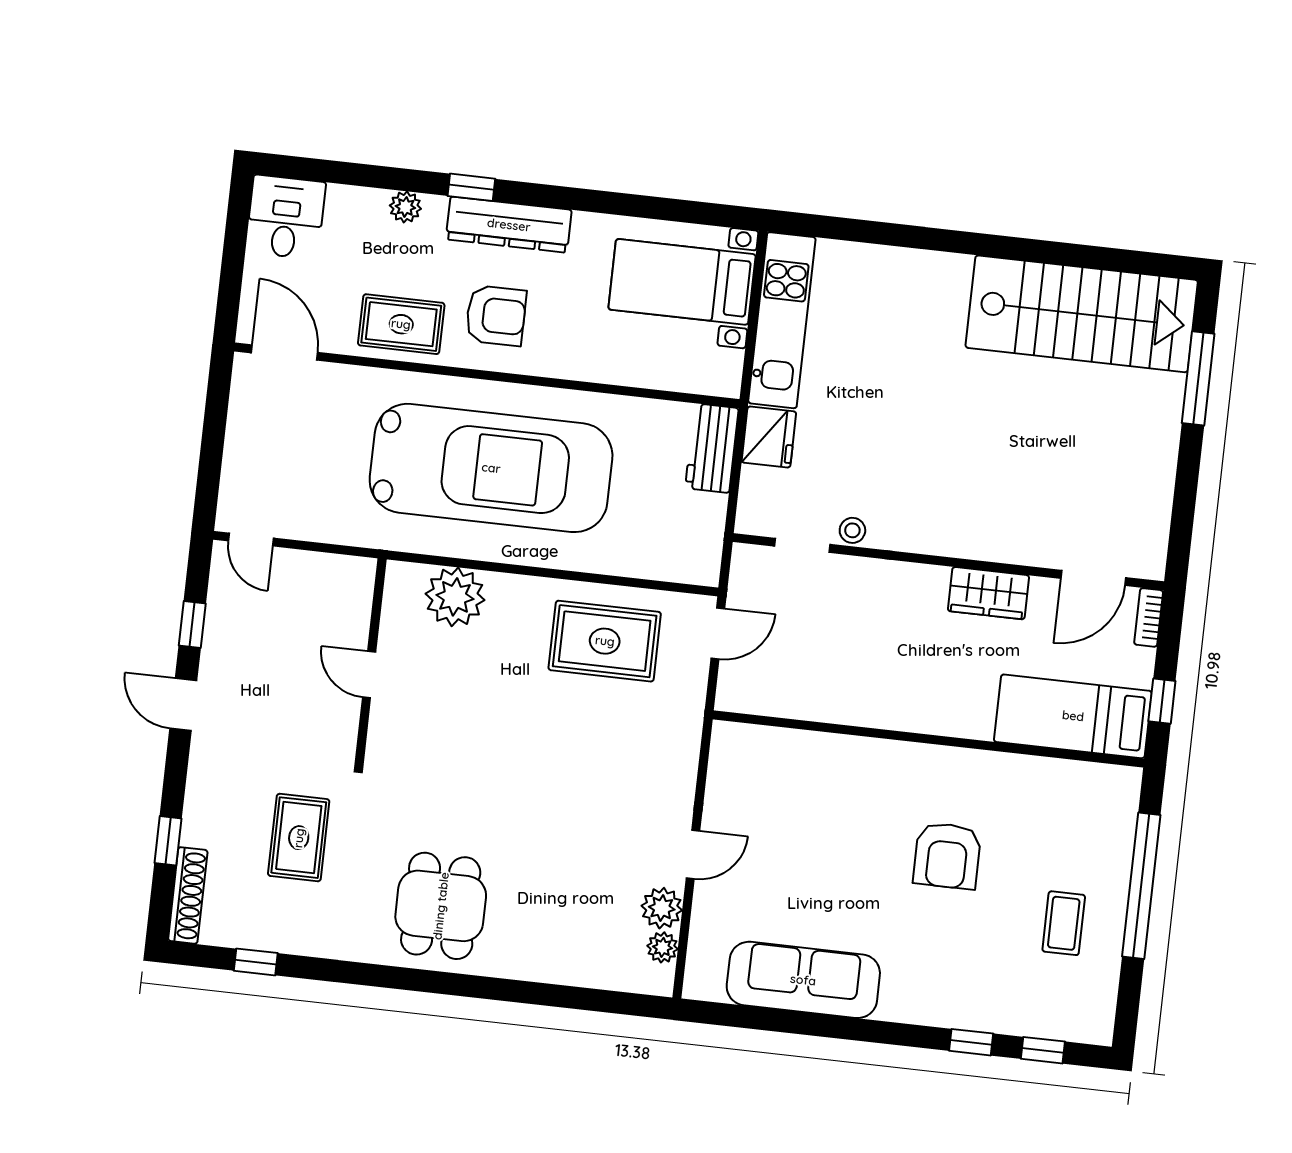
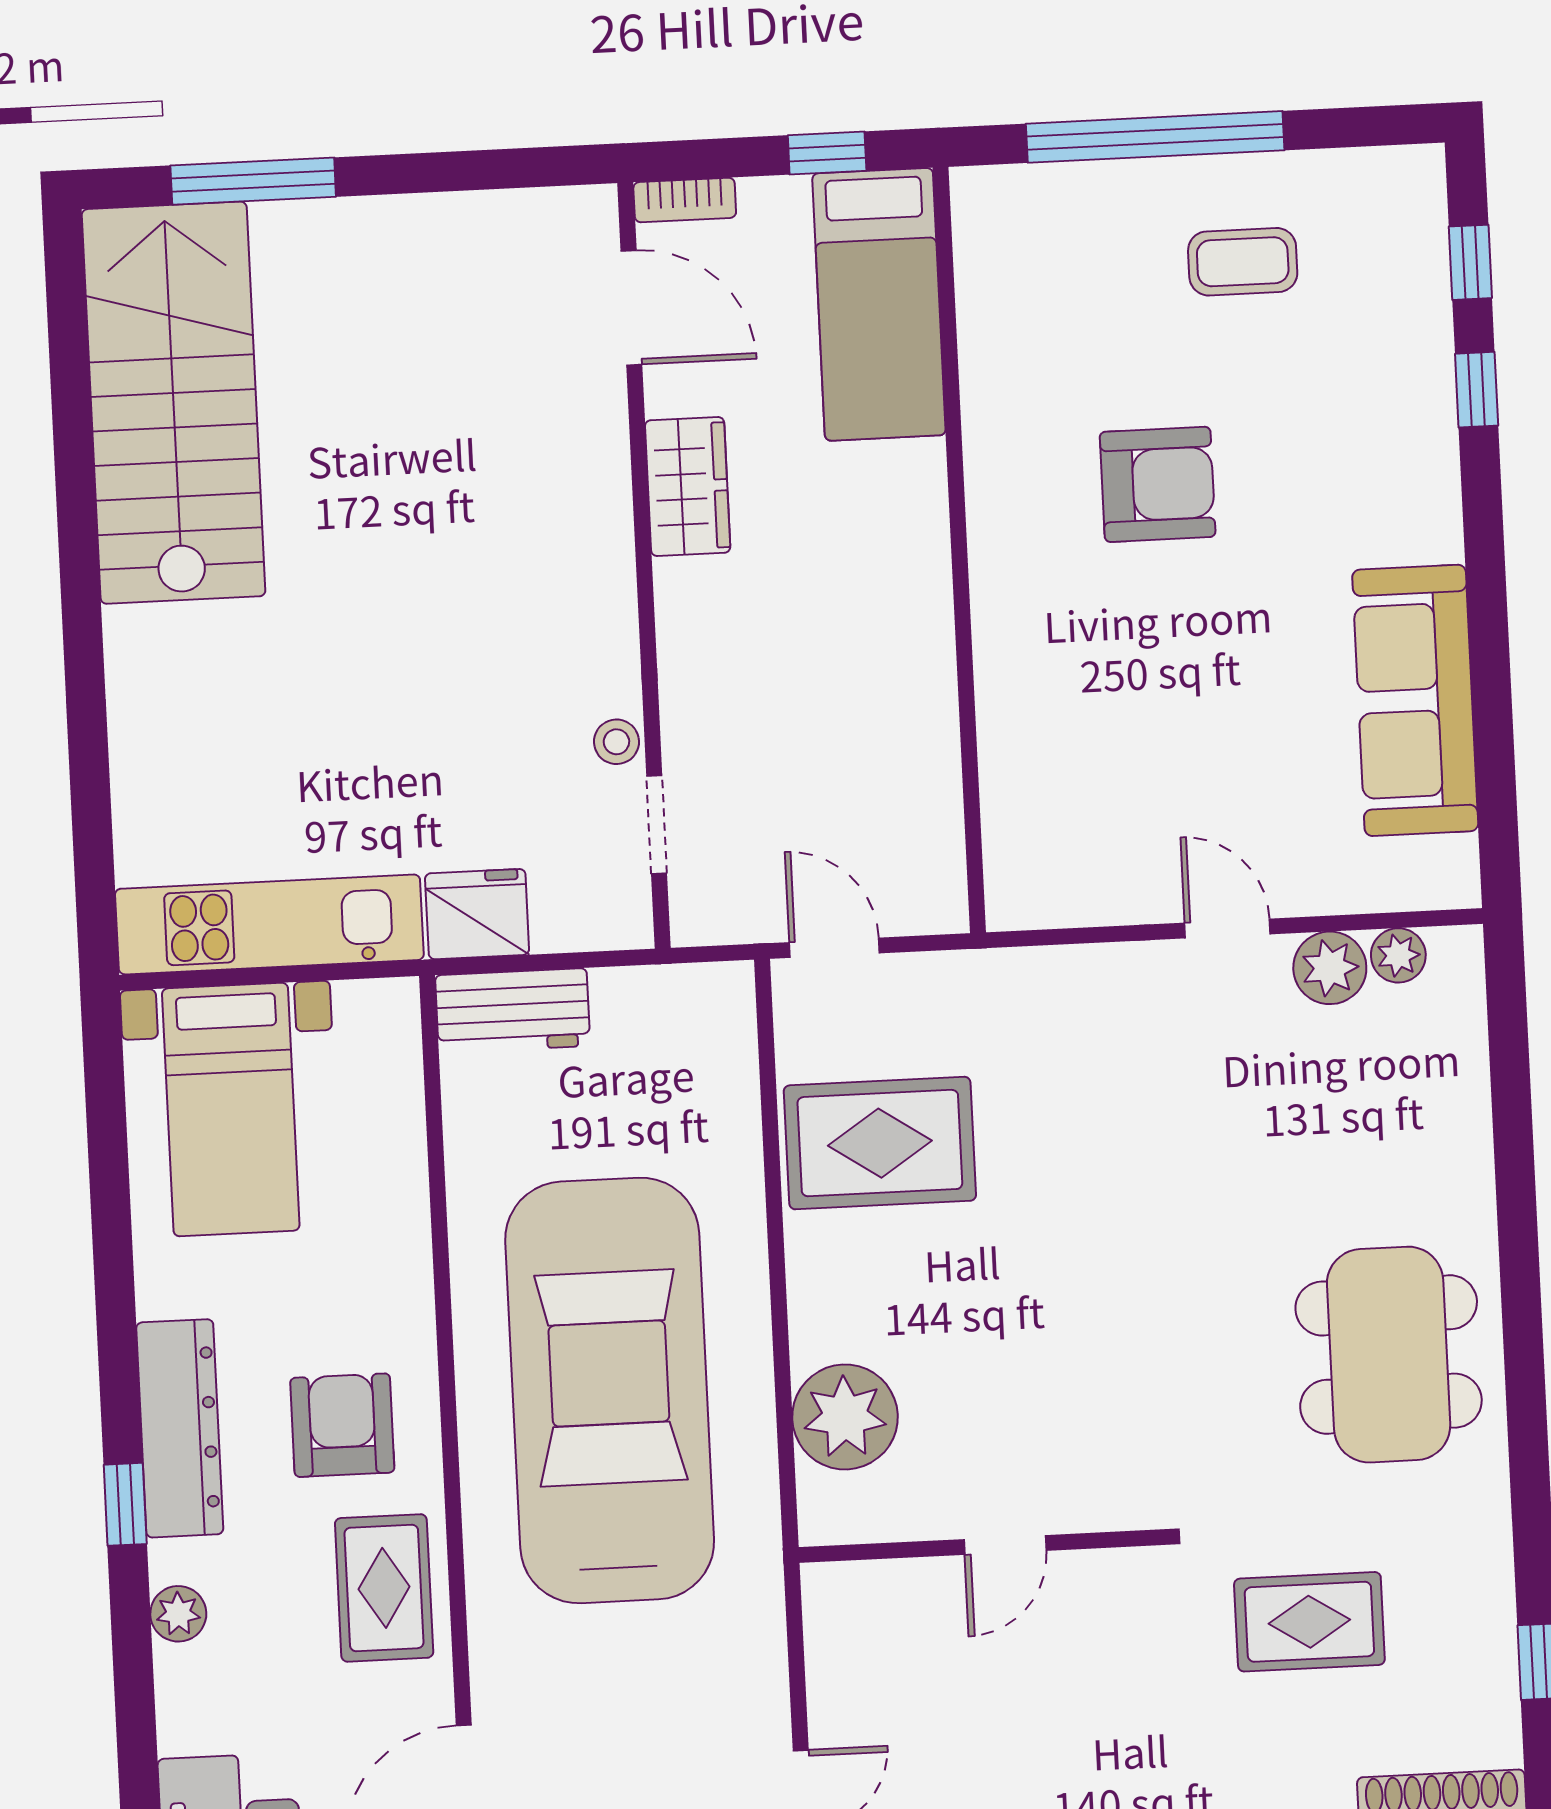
rug: (605, 641) -> (880, 1143), turned 90
dining table: (441, 906) -> (1389, 1355), width x1.38

